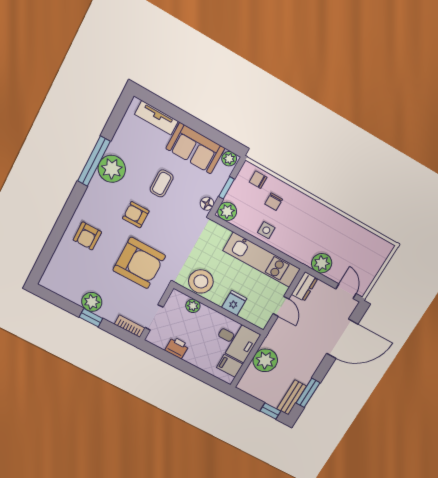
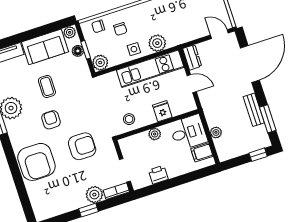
floor lamp: (207, 204) -> (78, 51), moved
armchair: (136, 215) -> (51, 120), turned 90
armchair: (87, 236) -> (36, 162), width x1.88, depth x1.88
armchair: (139, 263) -> (82, 146), width x0.73, depth x0.73
plant: (322, 263) -> (157, 43), moved
stool: (201, 281) -> (129, 119), width x0.53, depth x0.53
plant: (92, 302) -> (94, 195), moved
plant: (193, 306) -> (155, 134), moved
plant: (265, 360) -> (216, 132), width x0.53, depth x0.53
bench: (292, 398) -> (254, 110), moved

